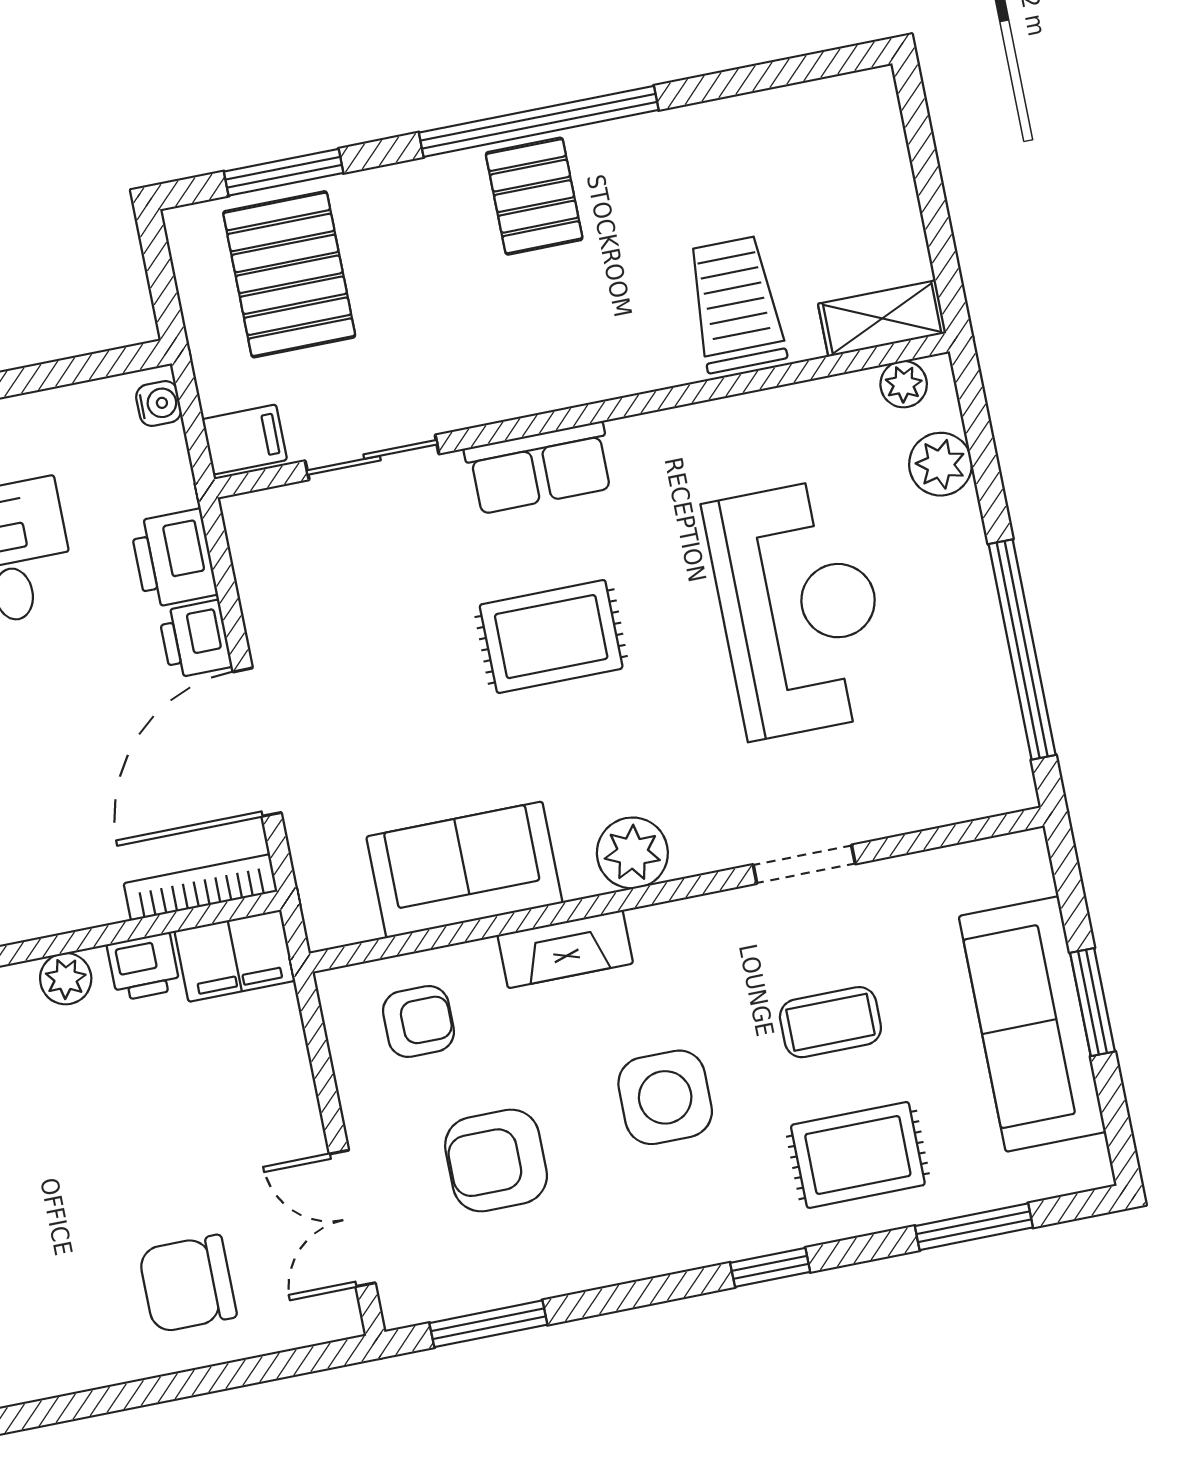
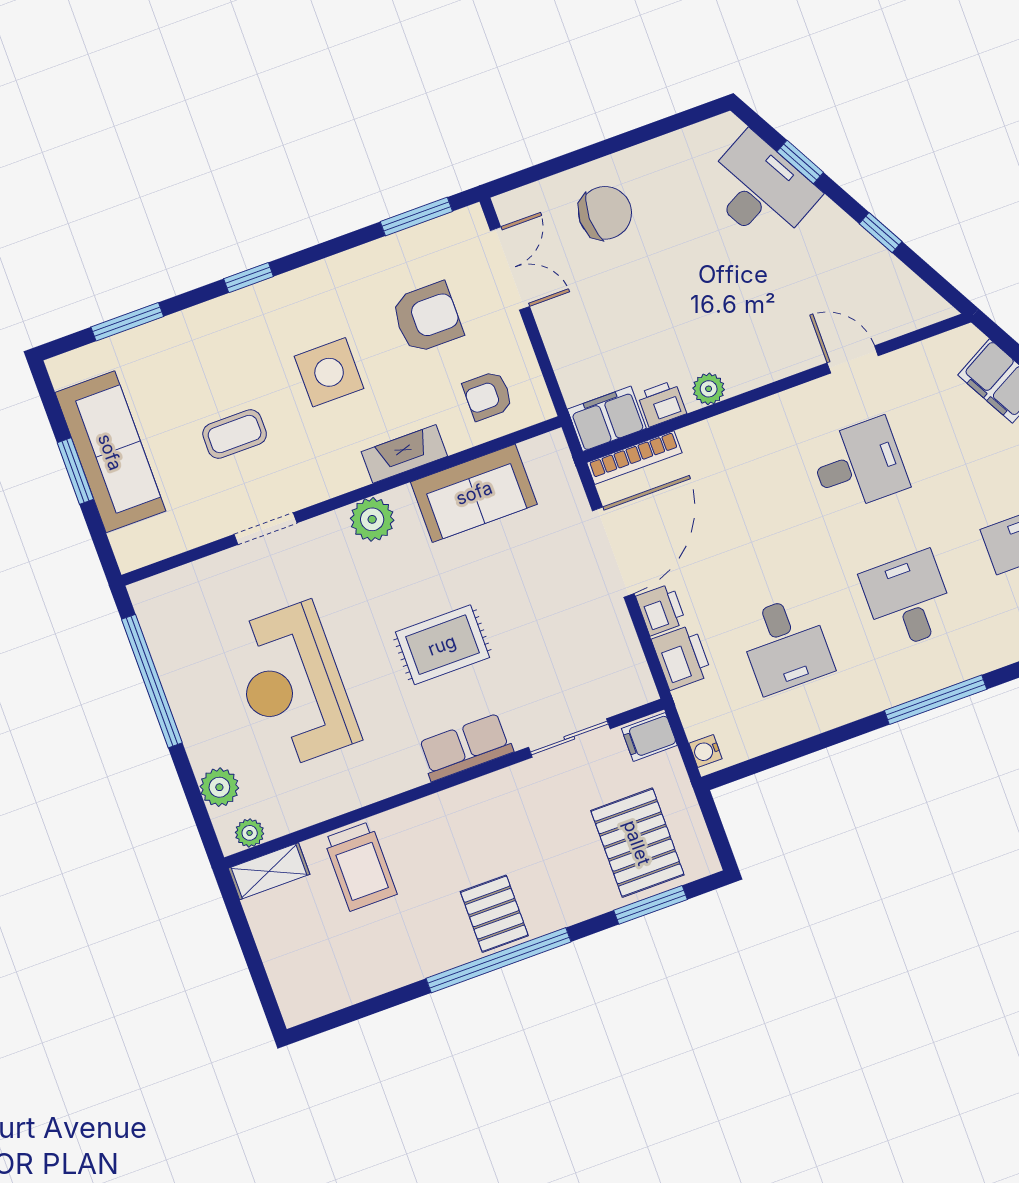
rug: (858, 1155) -> (205, 355), removed

